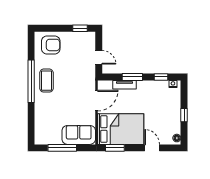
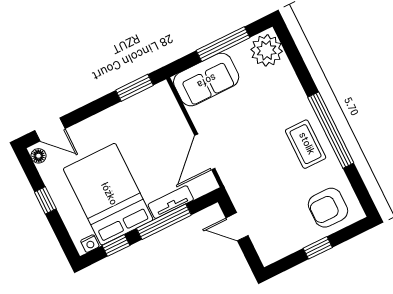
window: (80, 28) -> (318, 248), moved
window: (132, 77) -> (164, 222), width x1.44
bed: (121, 129) -> (108, 194), moved, turned 90
plant: (43, 135) -> (267, 50), added
door: (152, 148) -> (50, 130), moved

